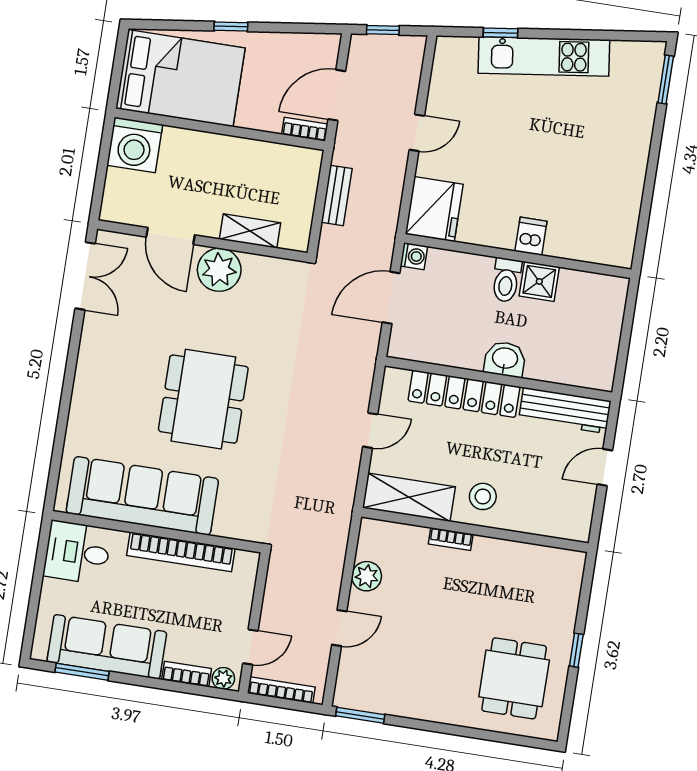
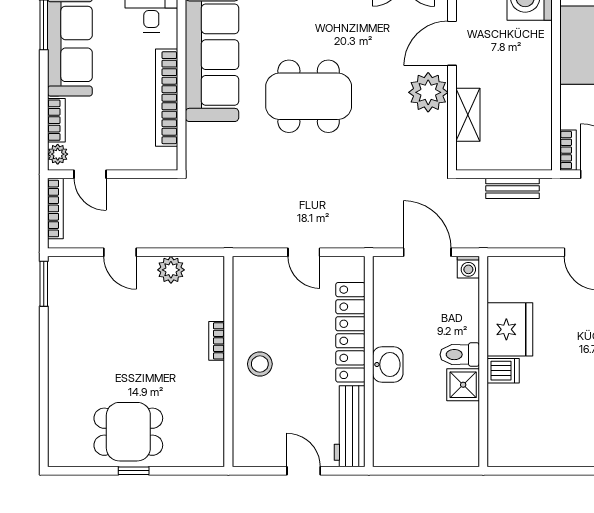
fridge: (434, 209) -> (510, 329), moved, turned -90
shelving: (409, 497) -> (249, 297), removed
dining table: (514, 678) -> (128, 432), moved

